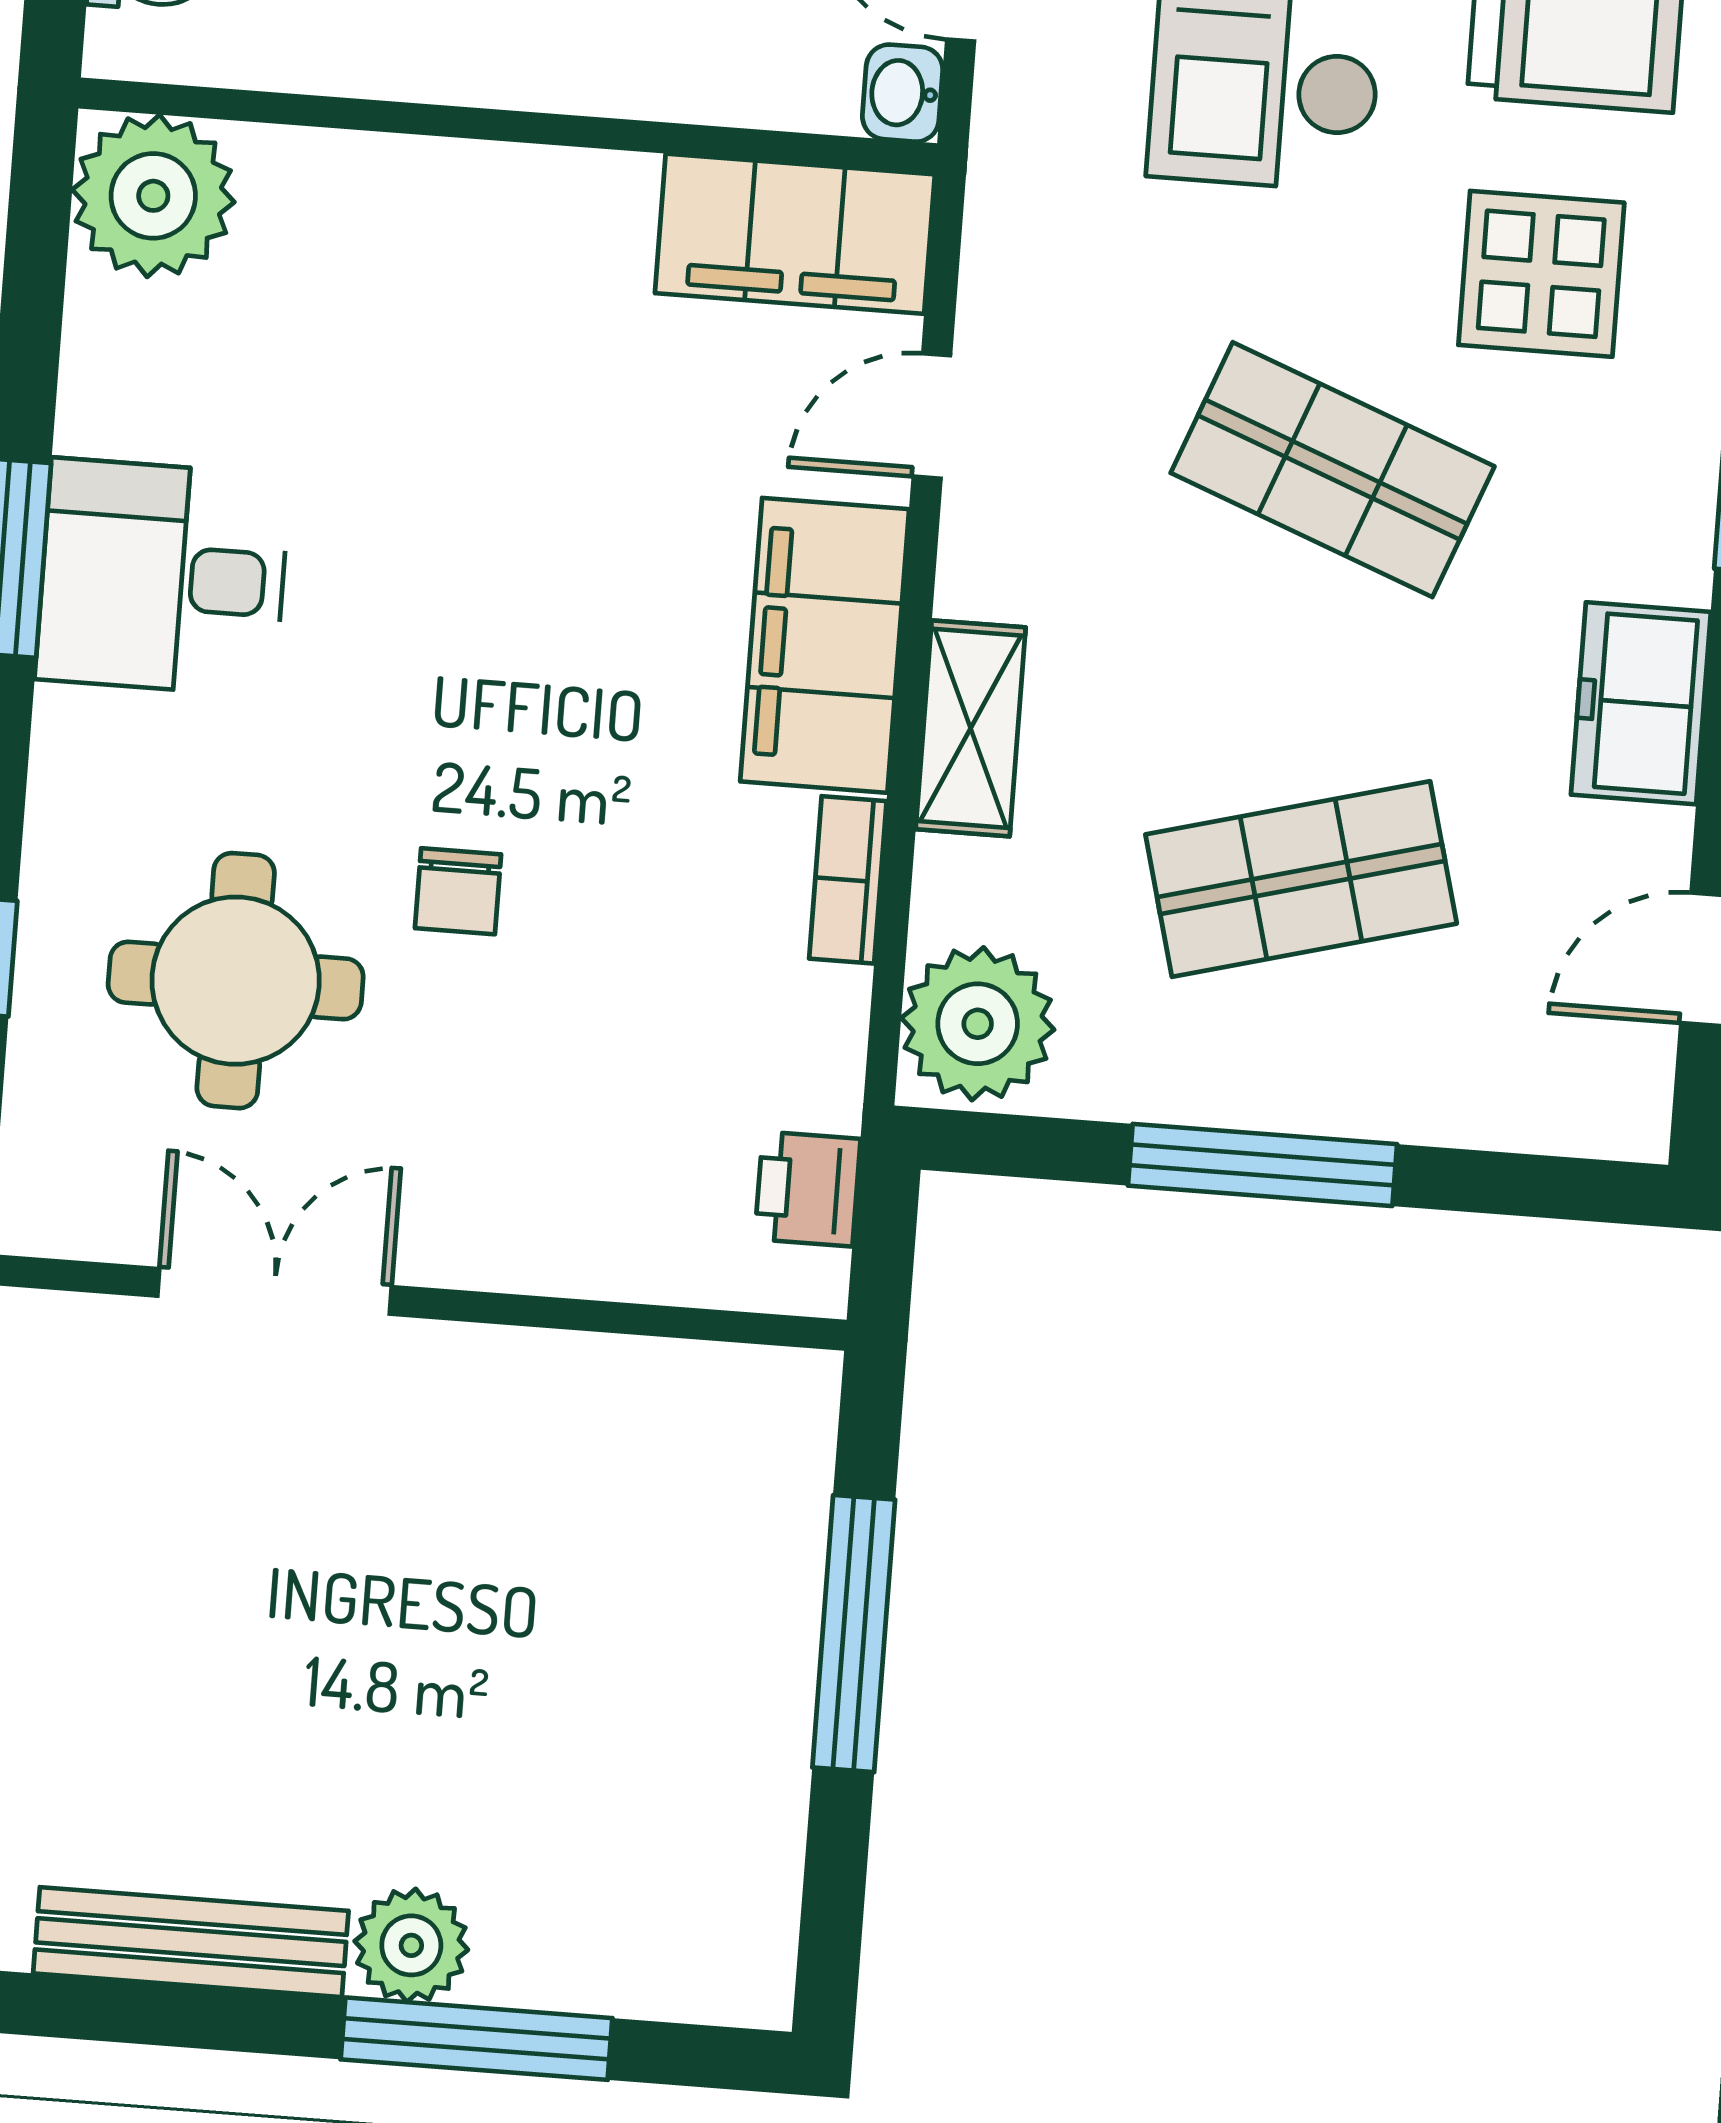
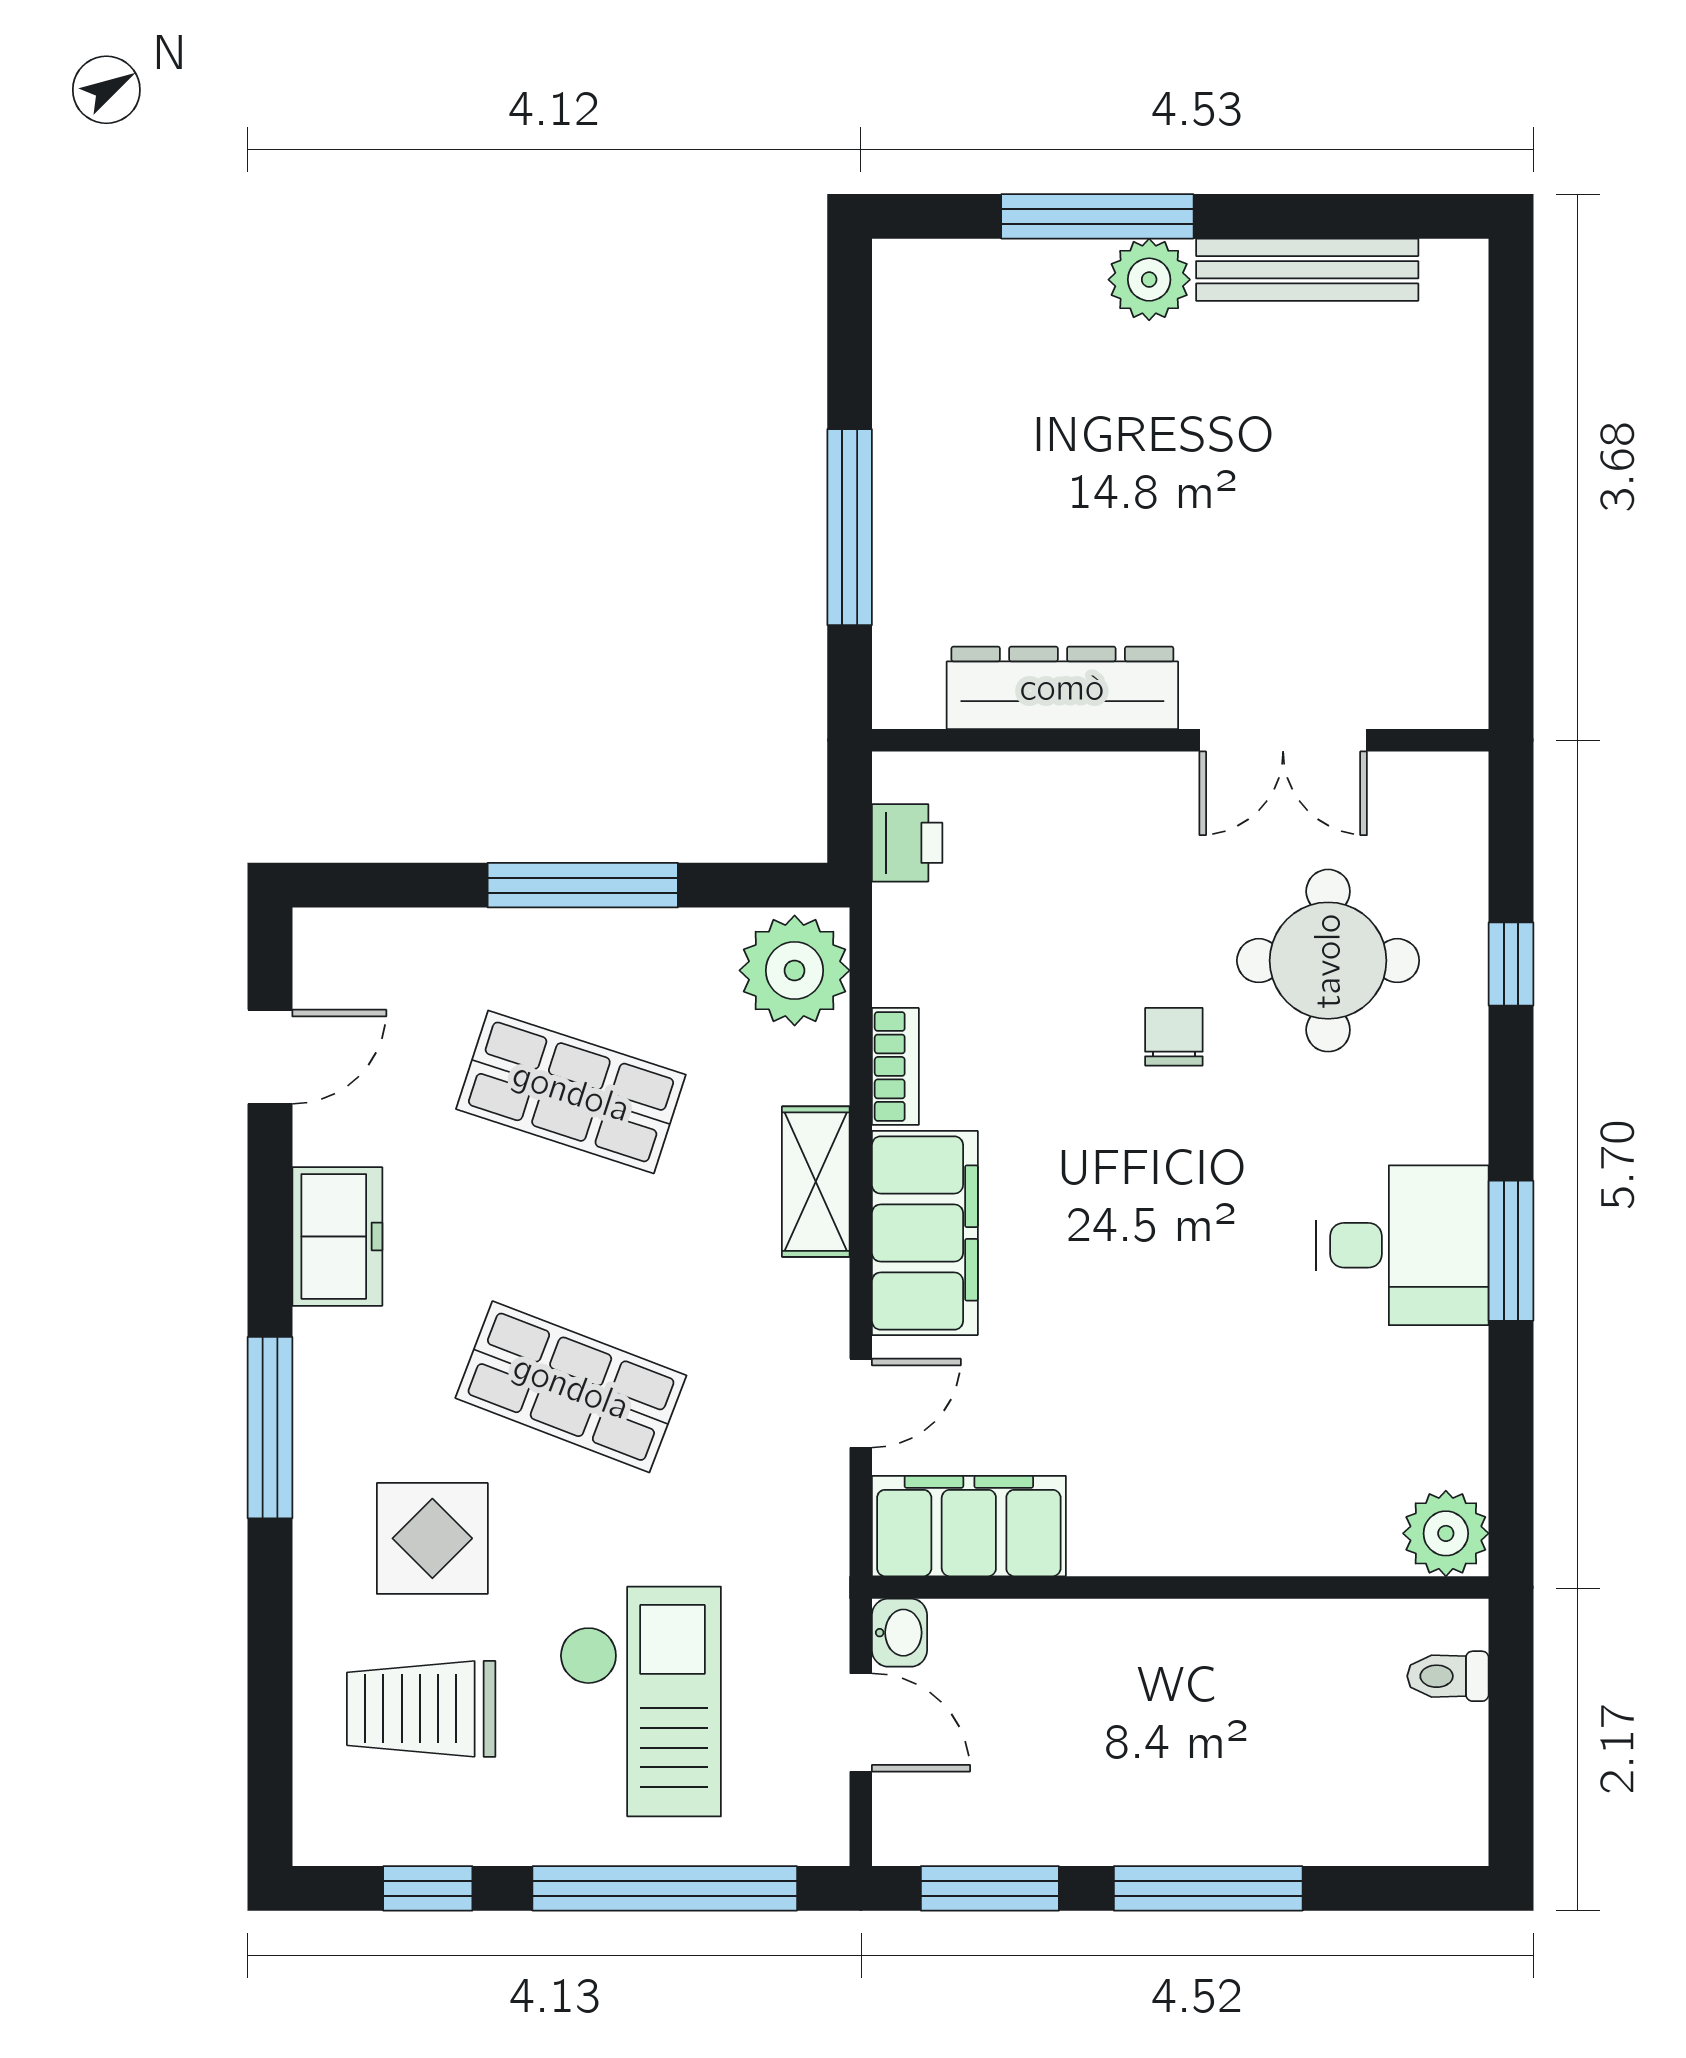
plant: (153, 196) -> (1446, 1533), width x0.73, depth x0.73
shop shelf: (1301, 879) -> (571, 1092), turned 33
dresser: (575, 1388) -> (1062, 688), added

